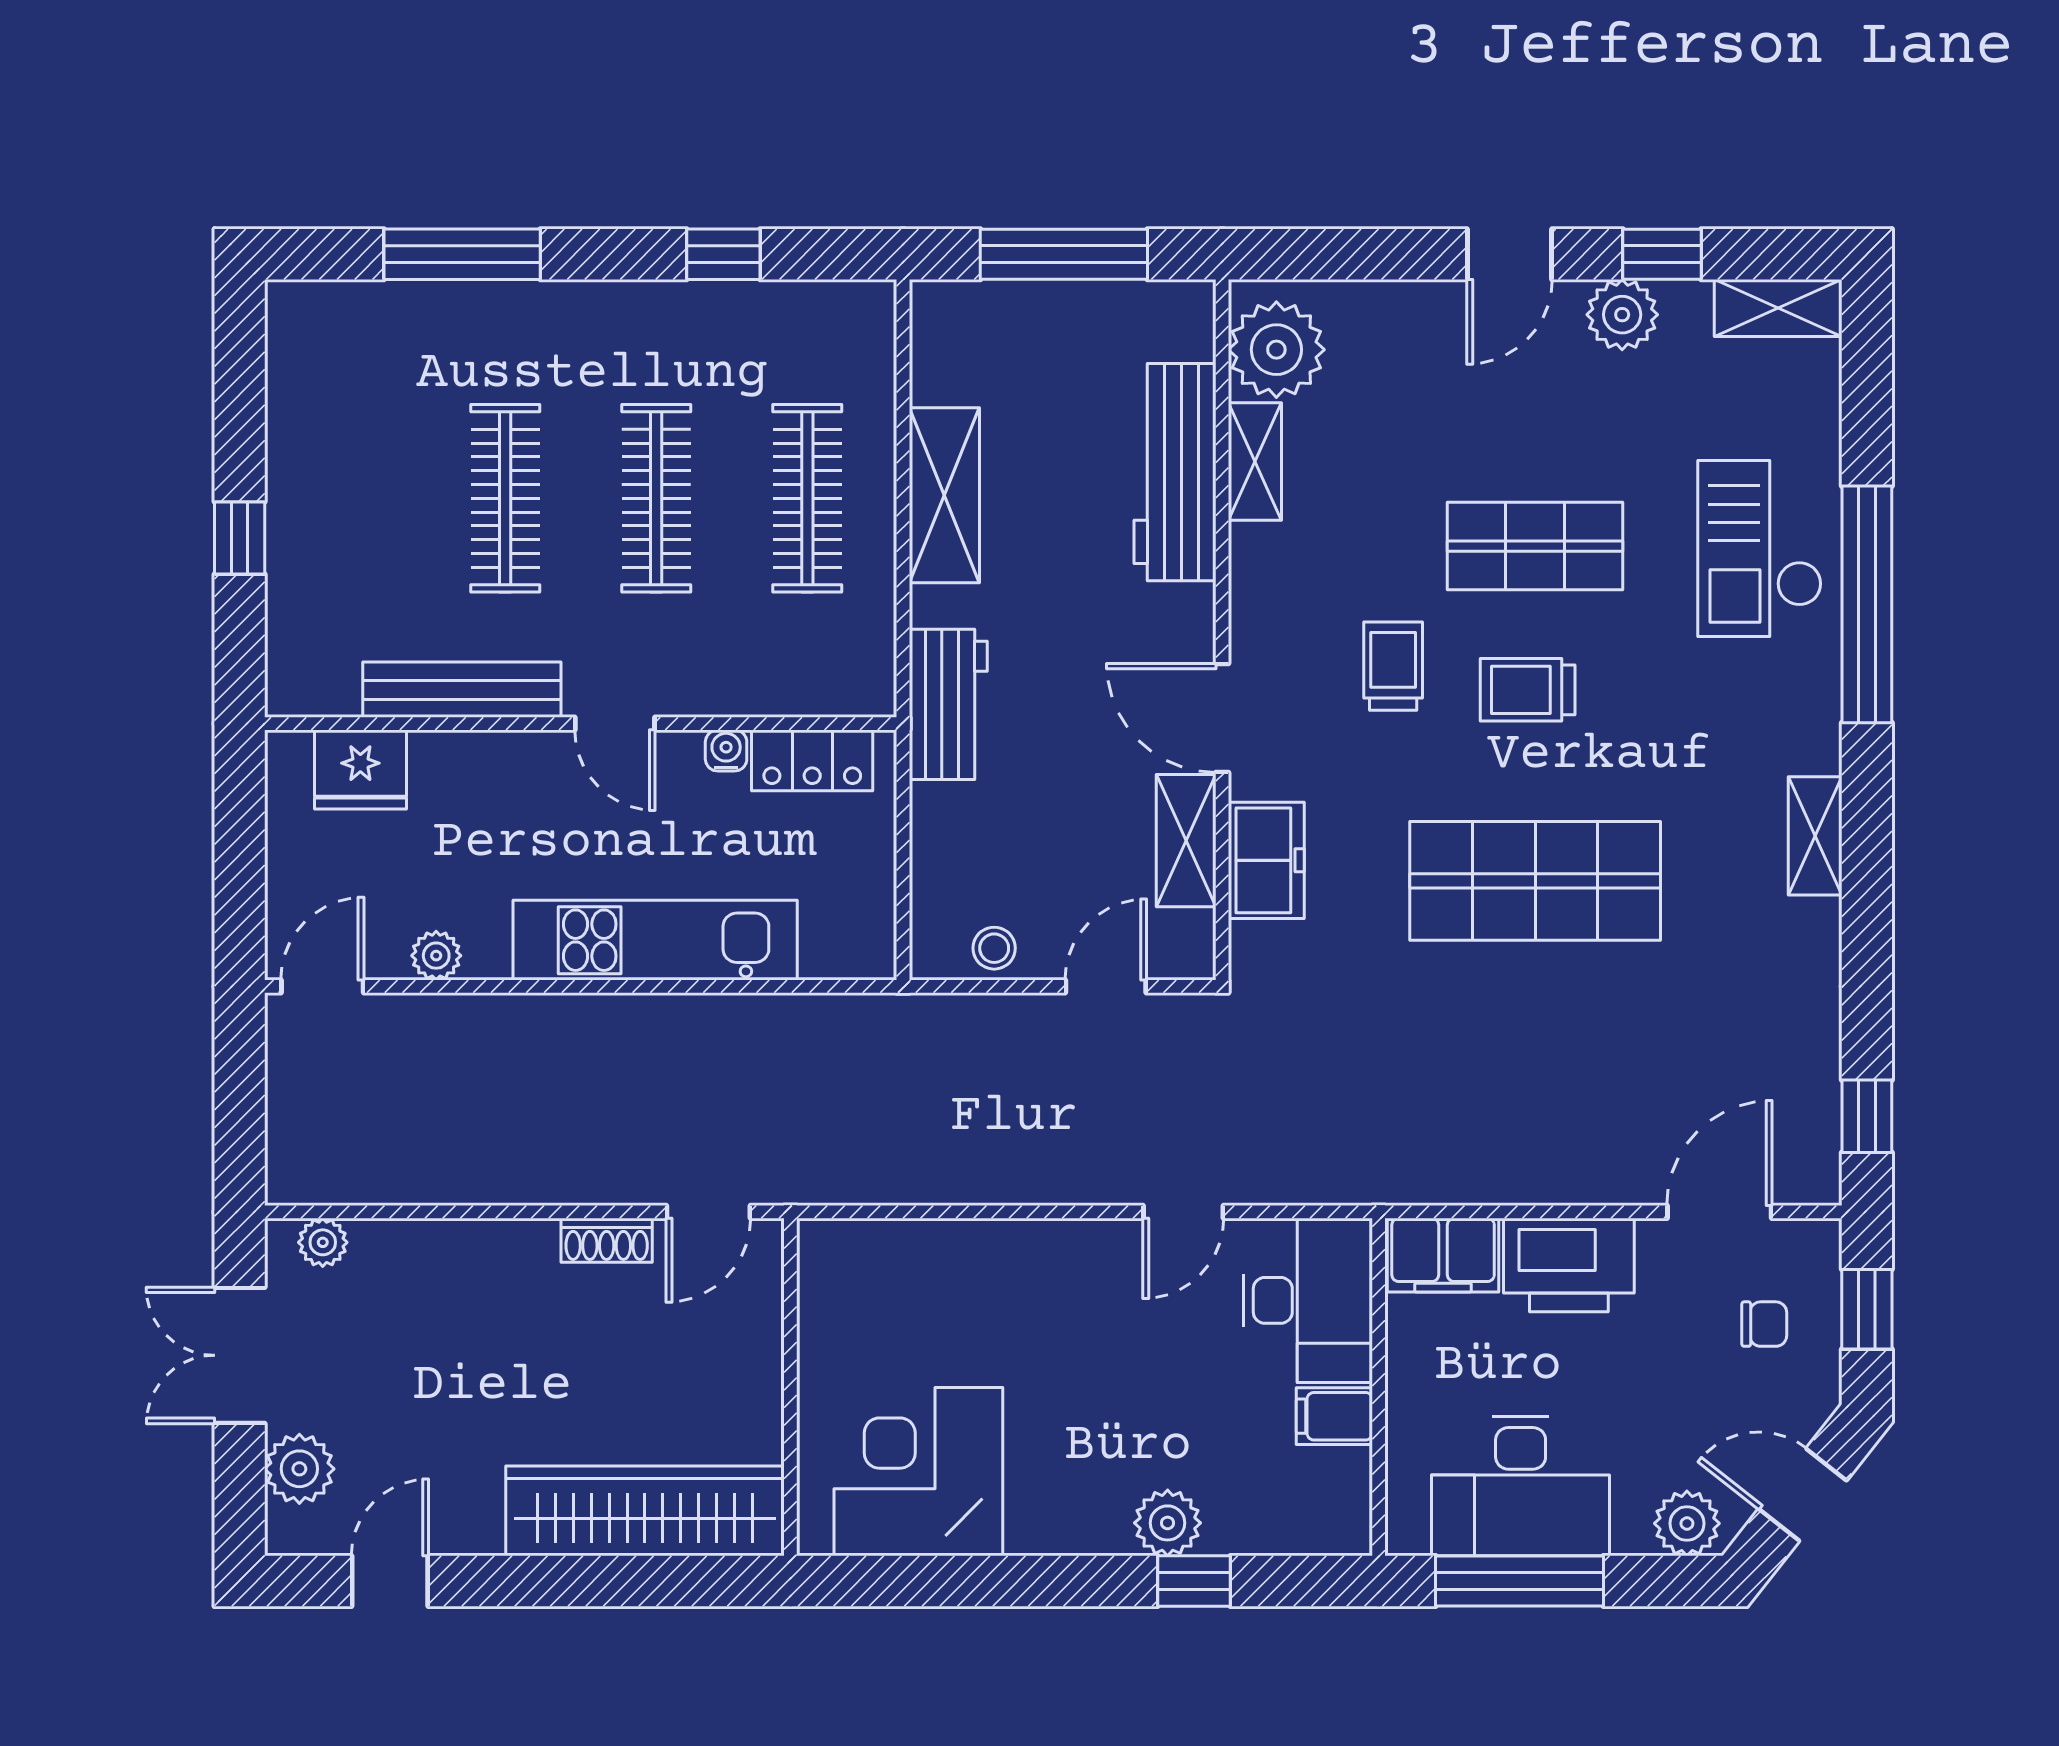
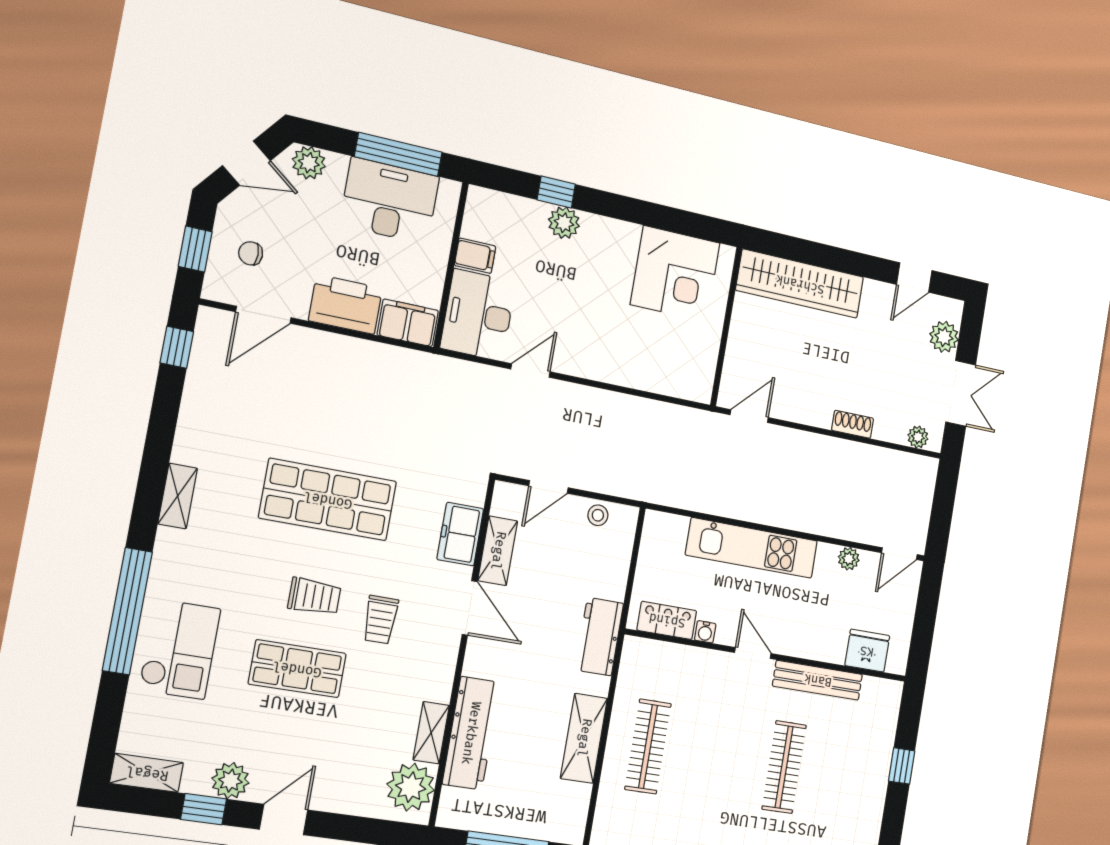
clothes rail: (656, 498) -> (717, 757), removed
shoe rack: (607, 1240) -> (853, 424), moved

